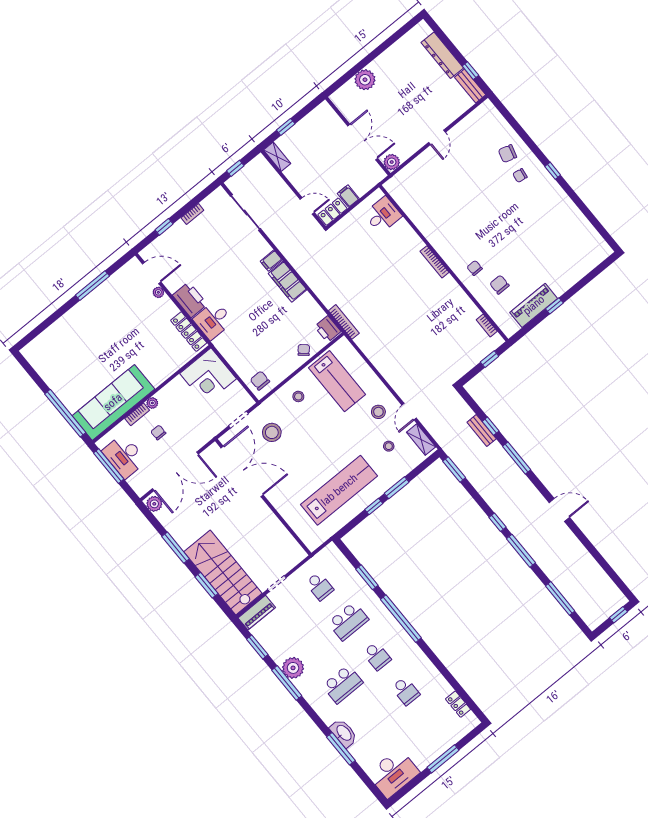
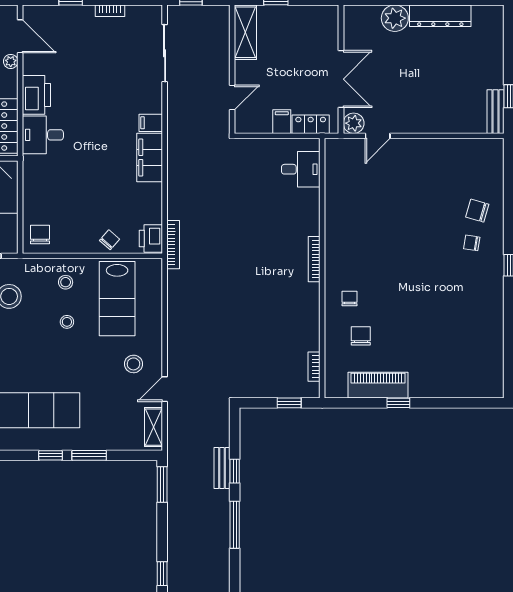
dresser: (442, 55) -> (440, 16), moved, turned -90
door: (437, 137) -> (378, 136), moved
shelving: (277, 157) -> (245, 32), width x1.50, depth x1.33
door: (307, 206) -> (232, 98), hinge flipped
locker: (332, 212) -> (311, 124), moved
stool: (389, 446) -> (67, 322), moved

